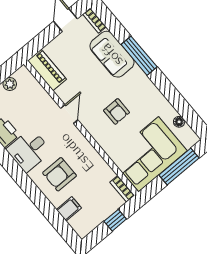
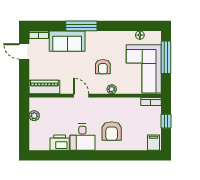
armchair: (117, 111) -> (103, 67), turned 90
plant: (101, 139) -> (112, 89), added
filing cabinet: (69, 209) -> (154, 143), moved

